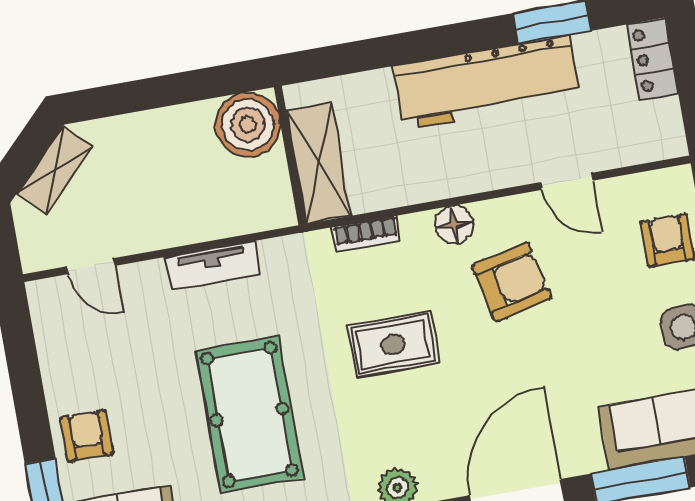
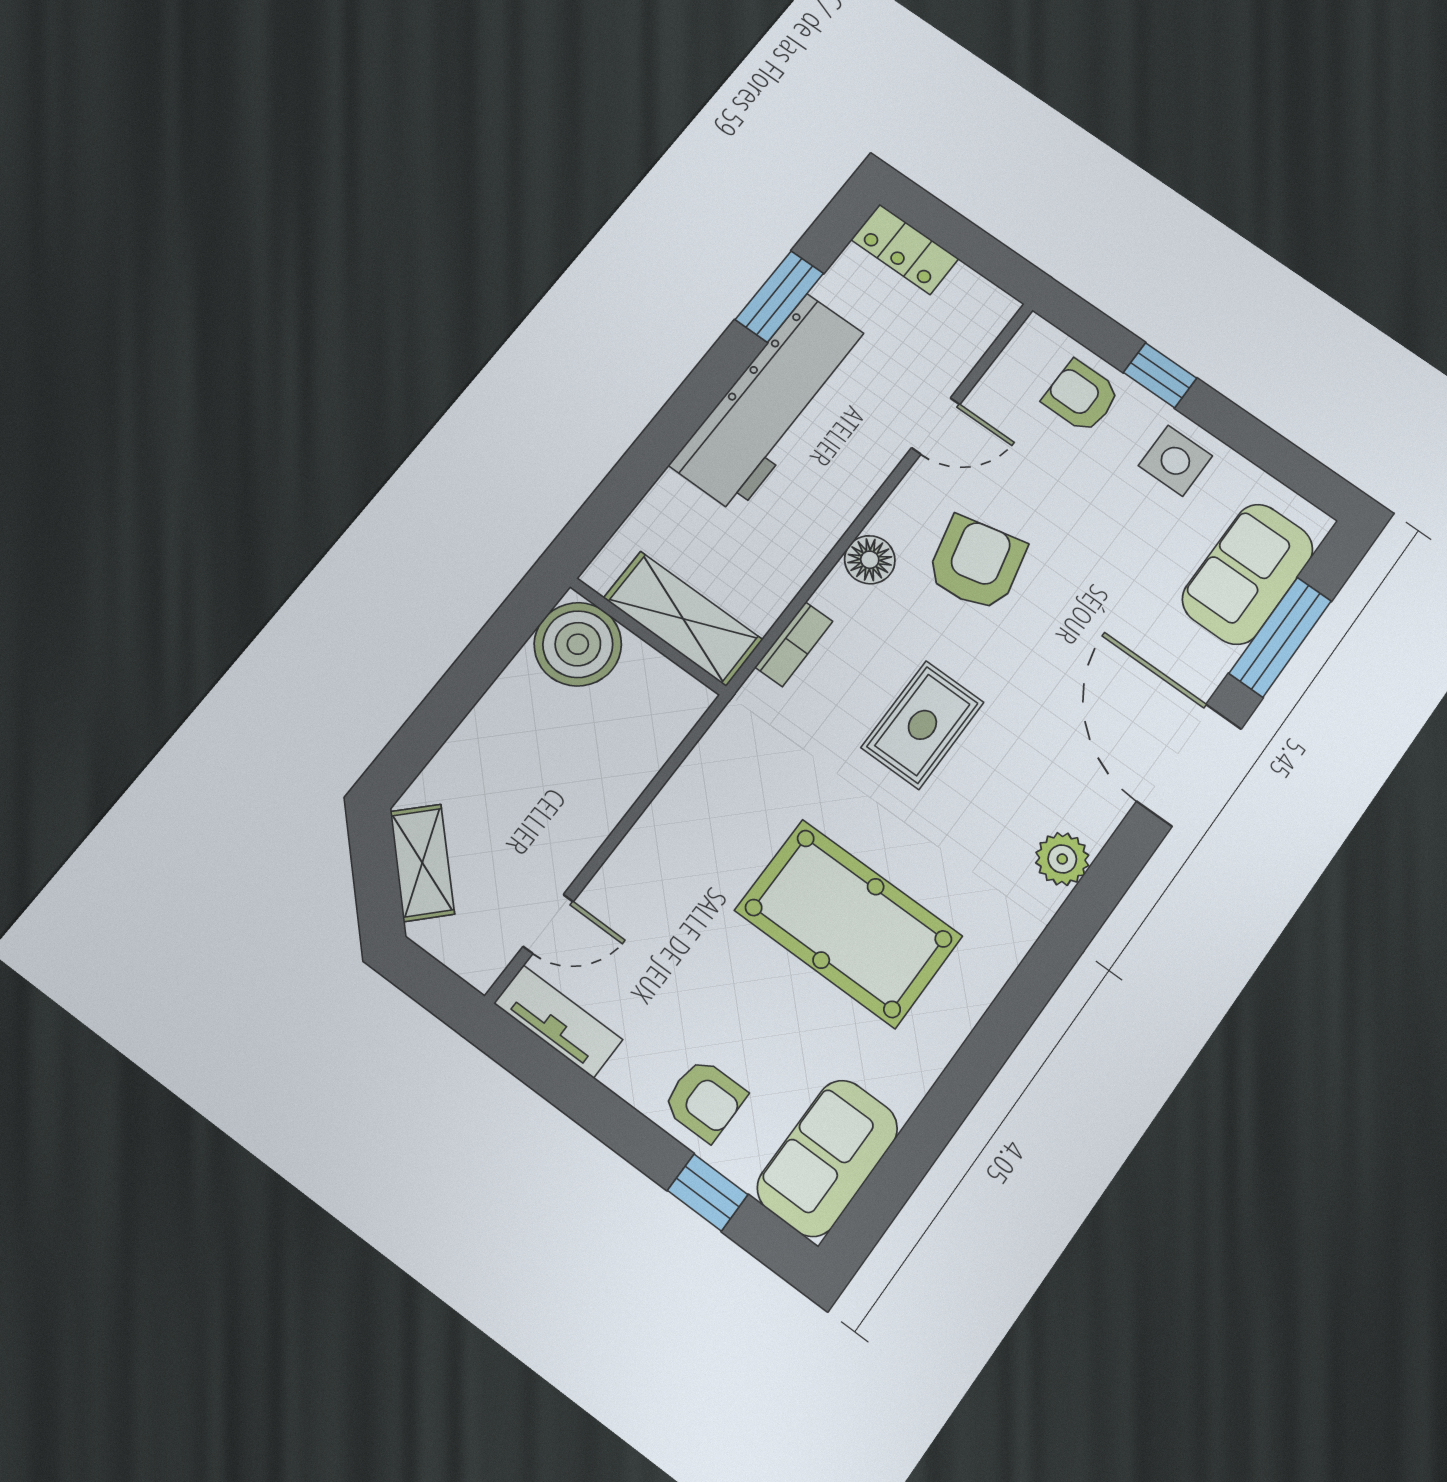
tv unit: (213, 266) -> (558, 1021), moved, turned -90
armchair: (87, 436) -> (705, 1100), turned 180

